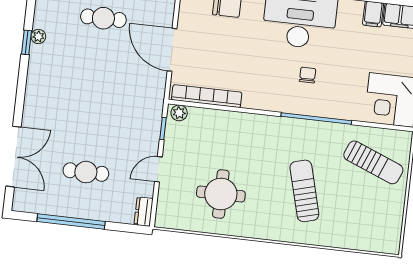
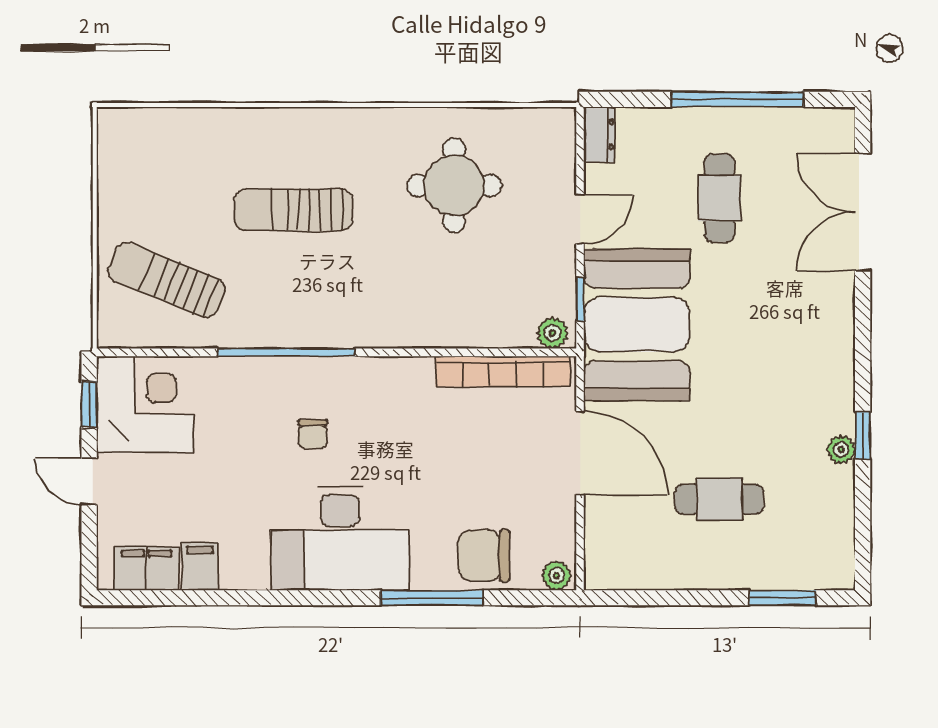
booth: (136, 112) -> (637, 325), added
cafe table: (86, 172) -> (719, 198), turned 90
sun lounger: (304, 191) -> (293, 210), turned 105

